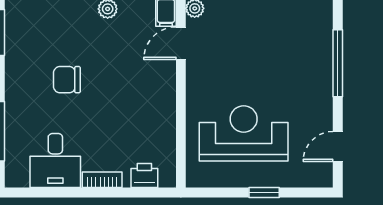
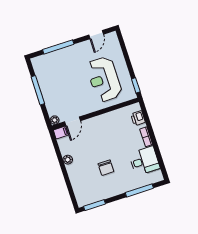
door: (181, 43) -> (72, 121), hinge flipped
door: (338, 147) -> (96, 35), hinge flipped
window: (264, 192) -> (136, 85), moved

